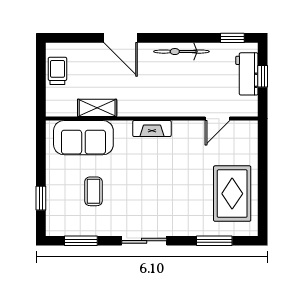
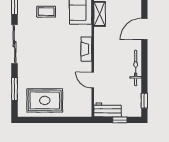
workbench: (247, 74) -> (108, 110), moved
door: (218, 119) -> (93, 80), moved
sliding door: (144, 241) -> (15, 44), width x1.37

